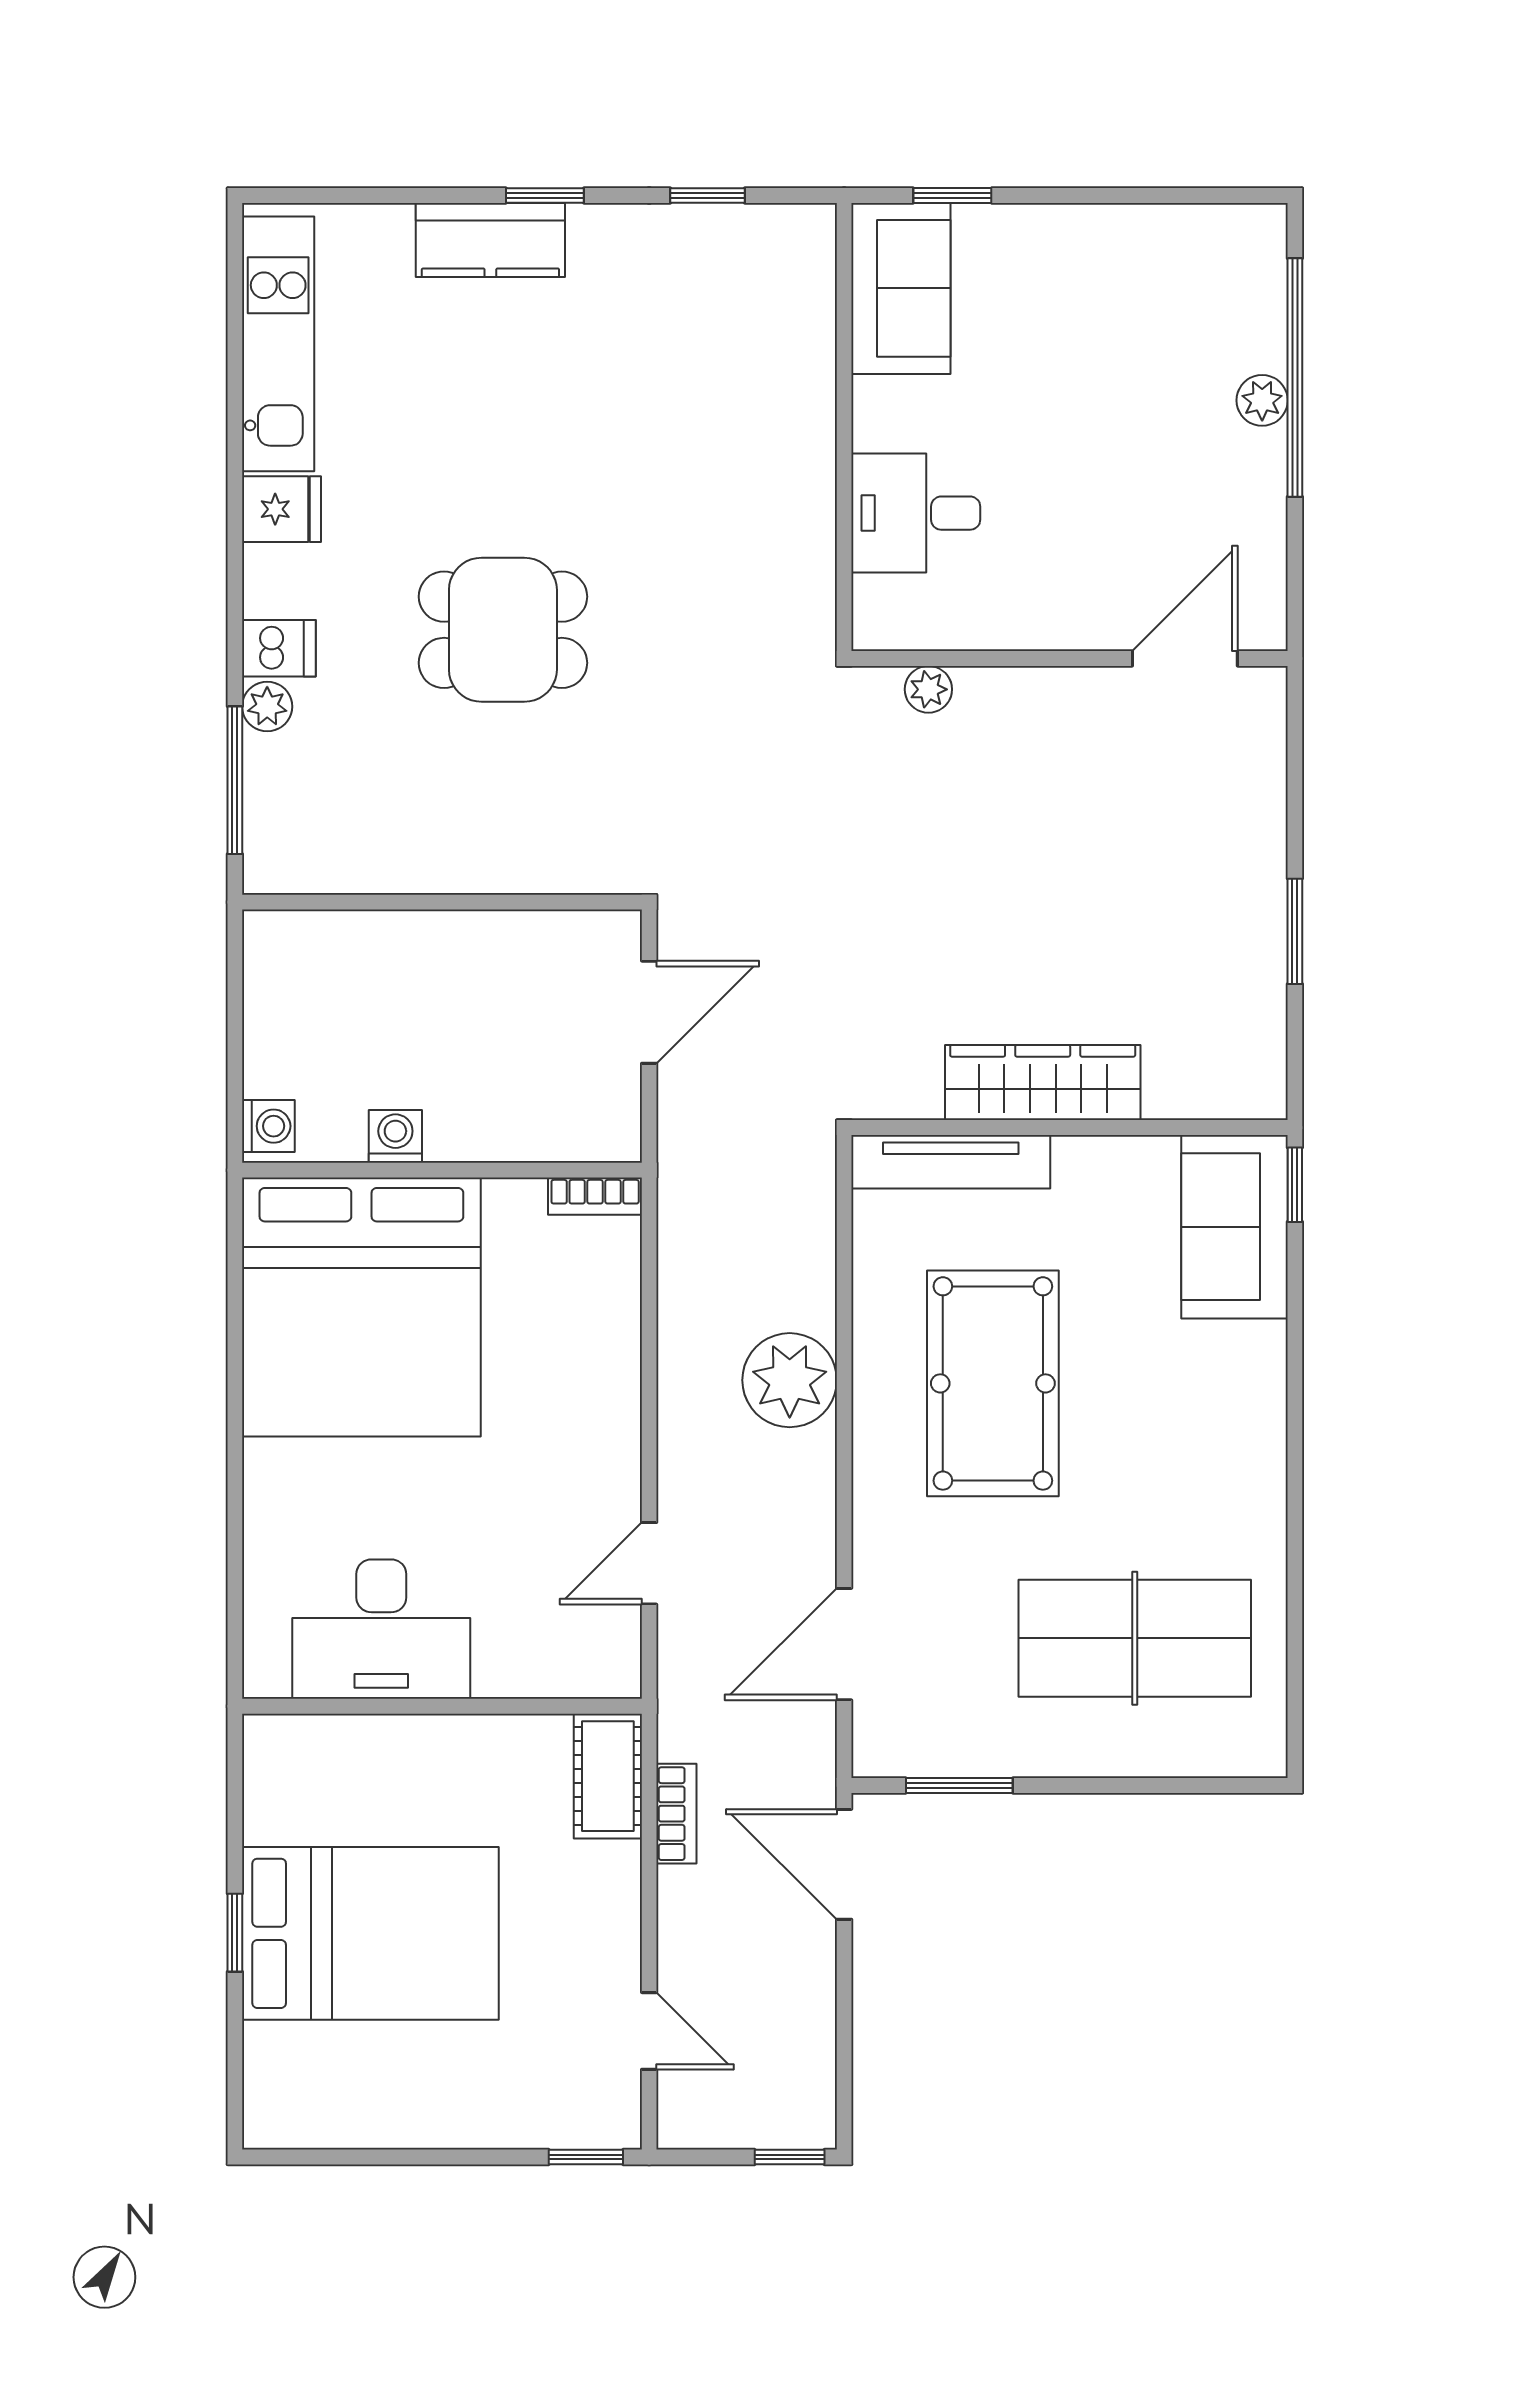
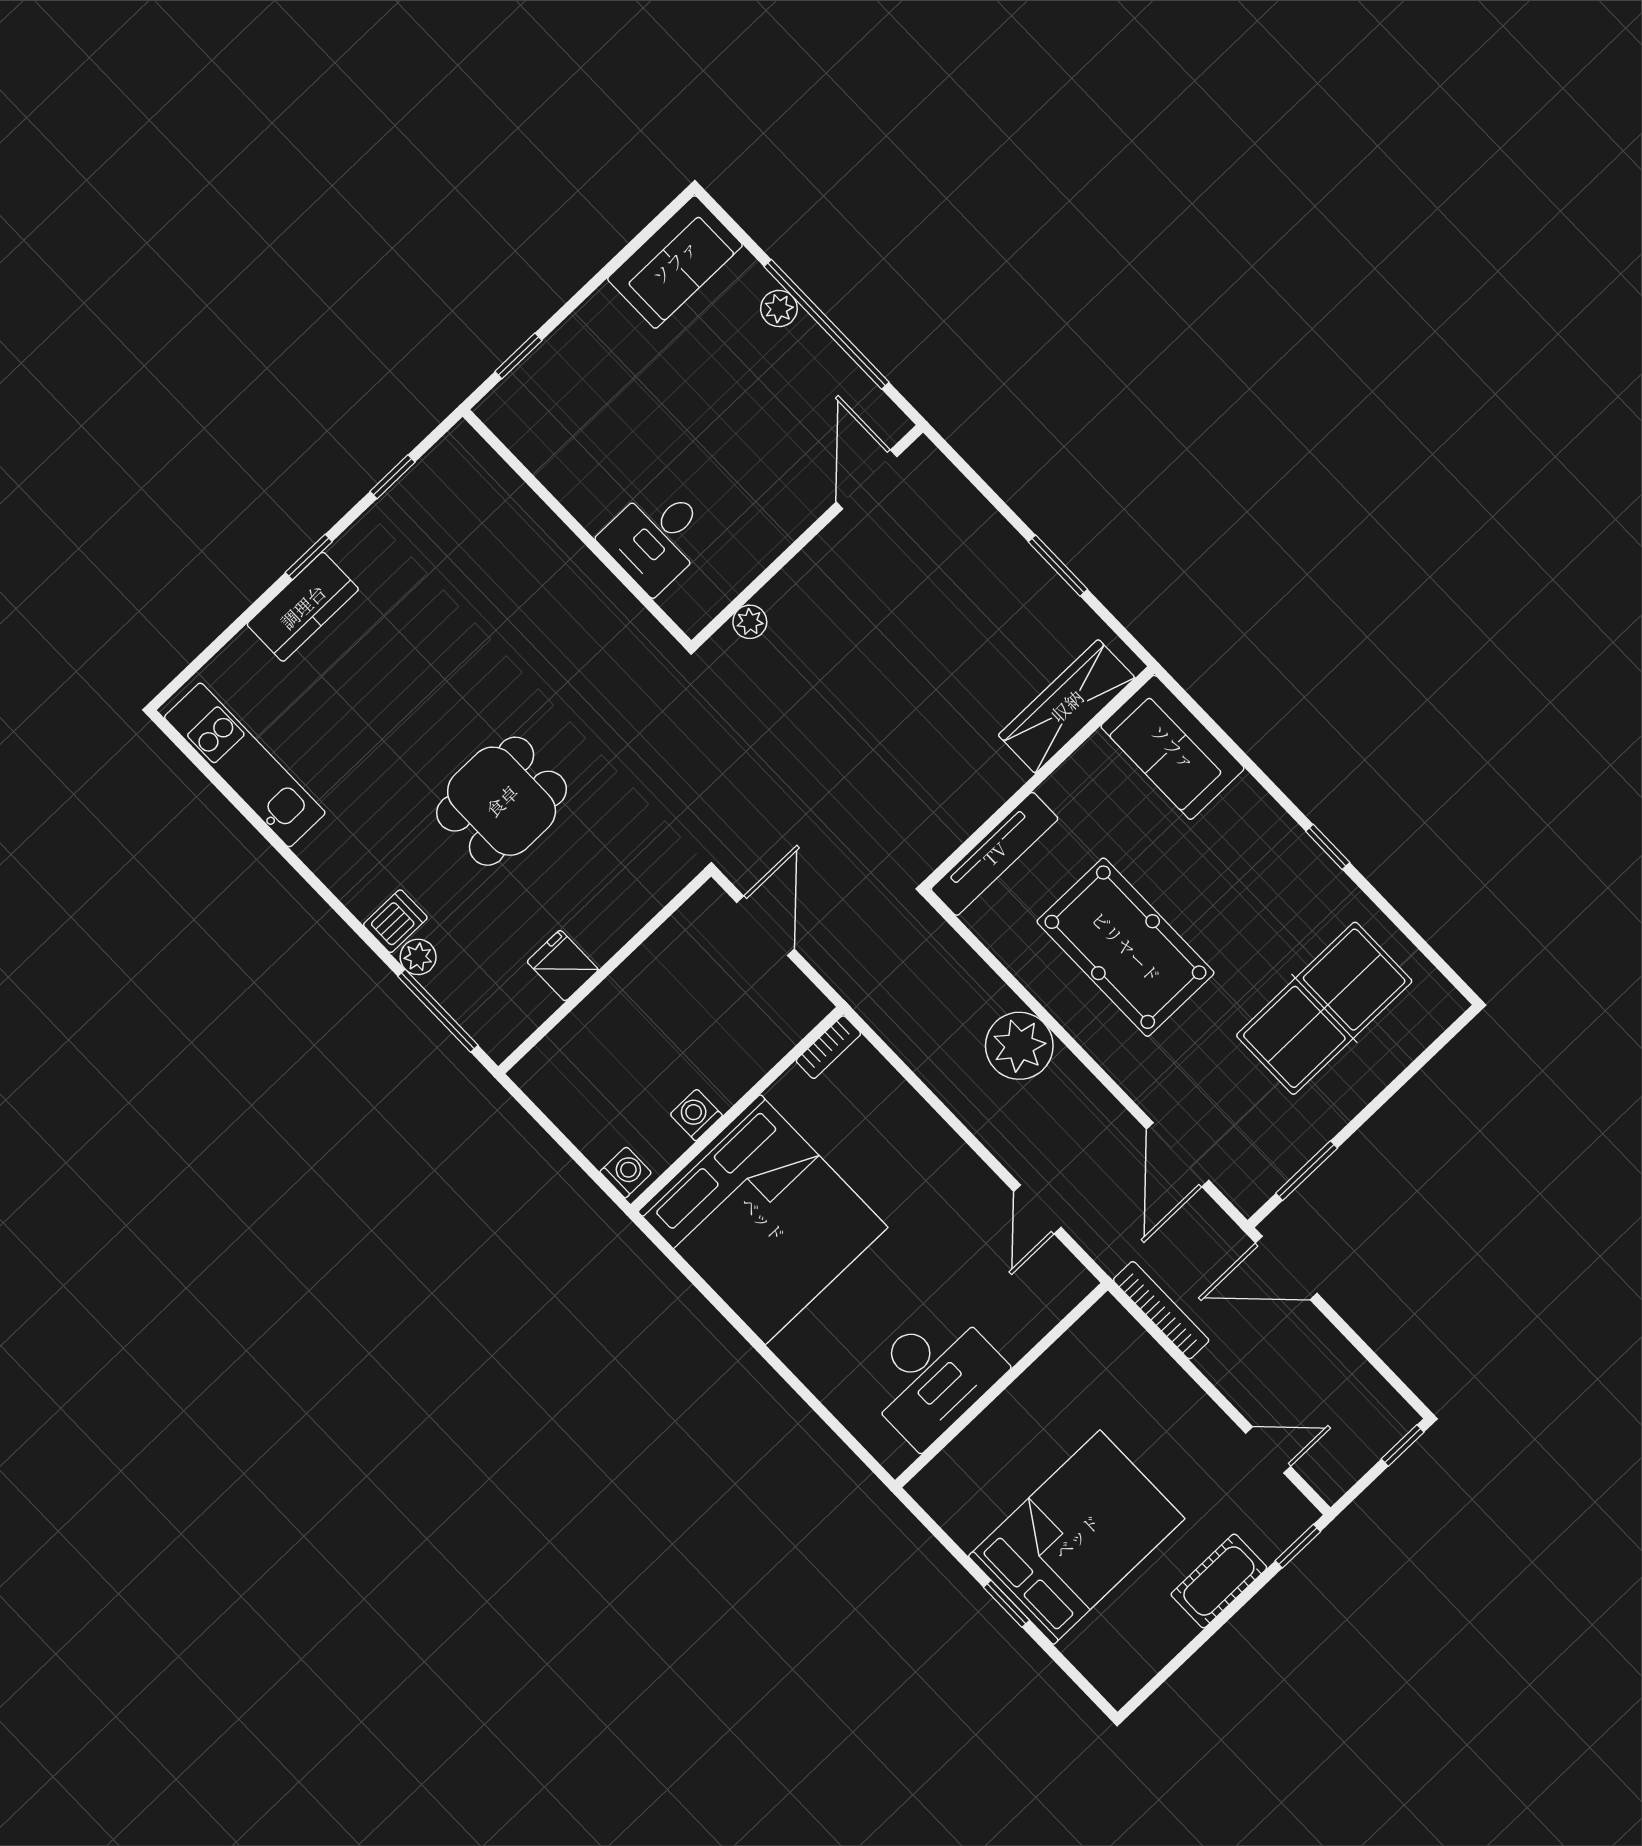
sofa: (901, 288) -> (675, 262), moved, turned 90
window: (1295, 377) -> (827, 324), moved
fridge: (281, 509) -> (563, 966), moved, turned -90
wardrobe: (1043, 1082) -> (1067, 706), moved
window: (1295, 1185) -> (1328, 847), moved
cot: (608, 1776) -> (1219, 1581), moved, turned 90
bookcase: (676, 1814) -> (1161, 1310), width x1.56

